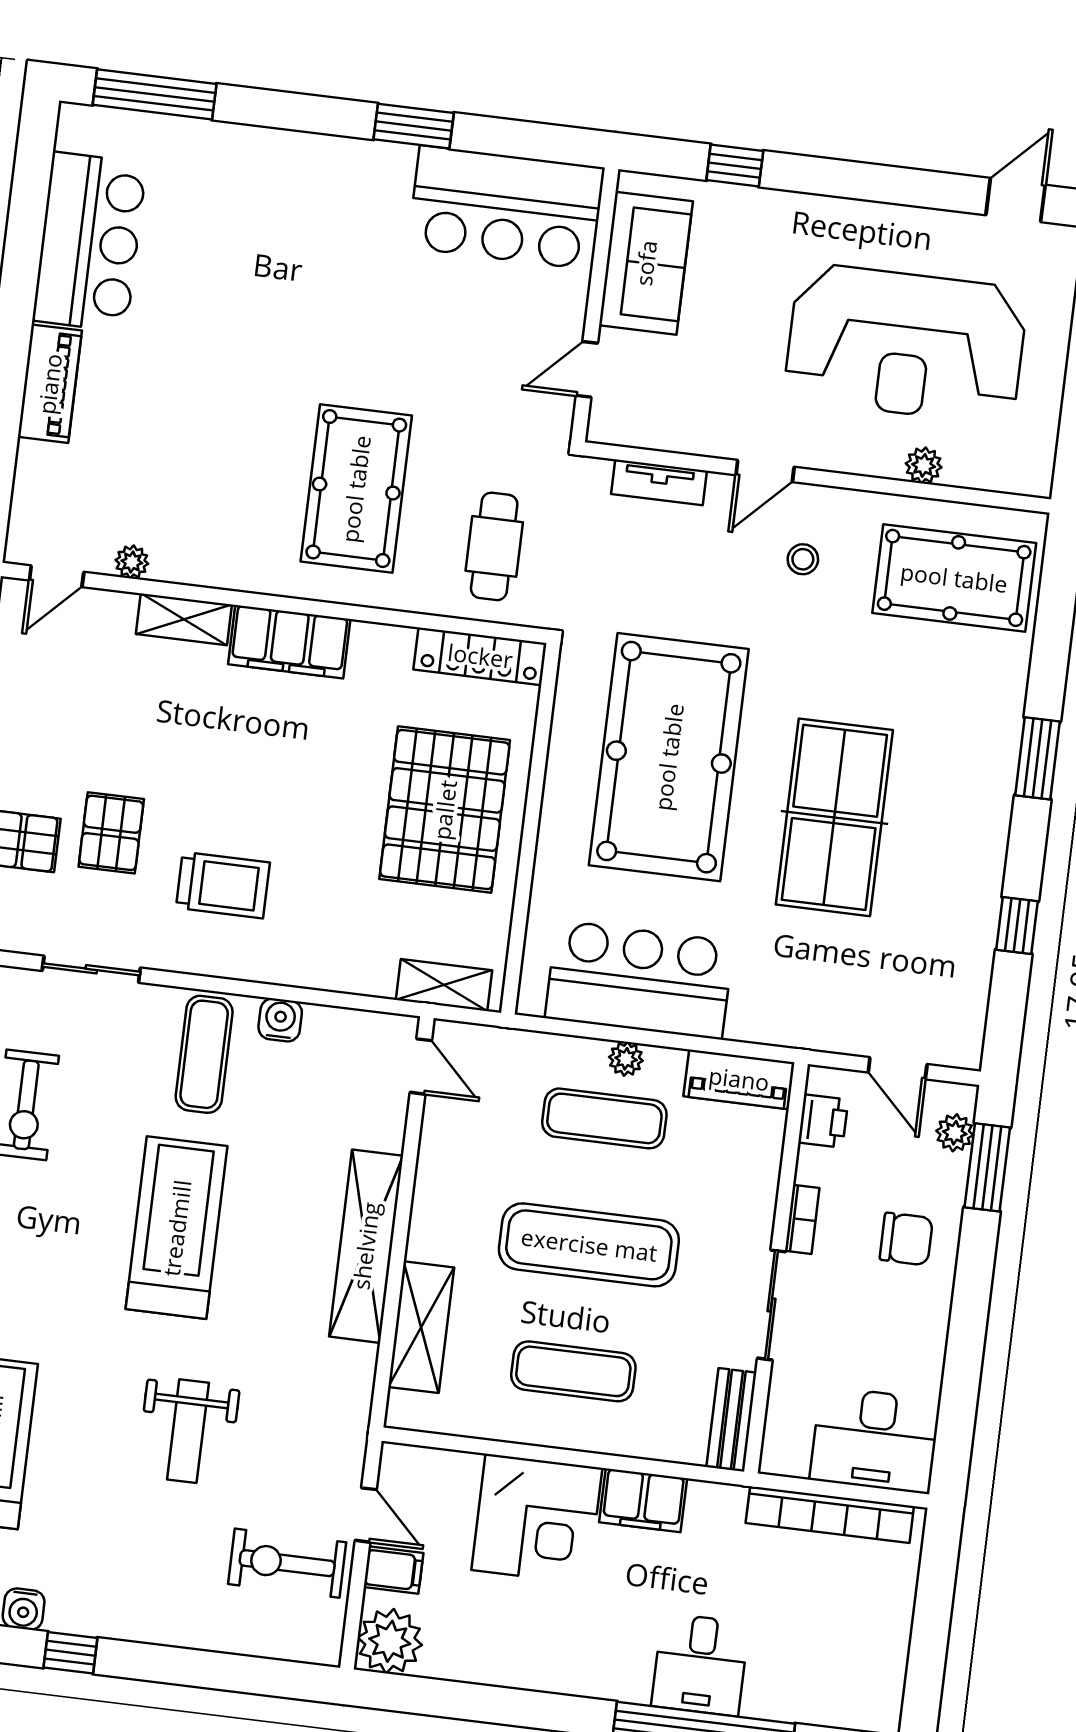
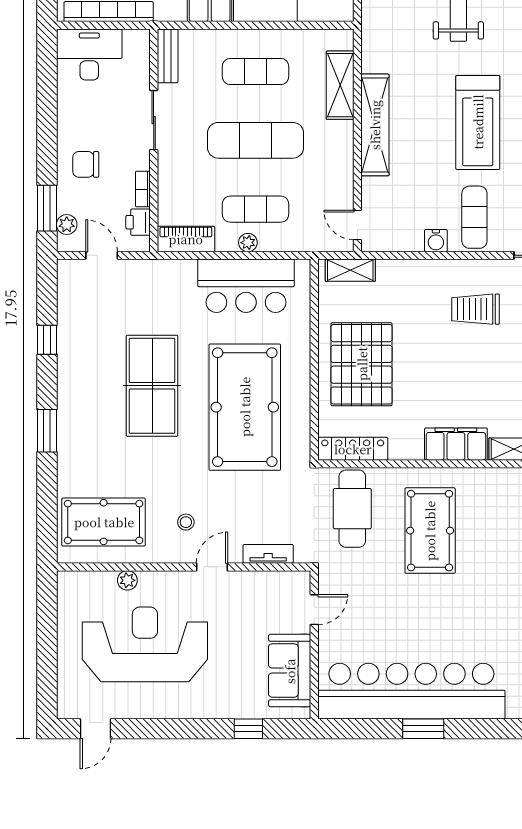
bar counter: (506, 208) -> (411, 691), width x1.86
cafe table: (494, 546) -> (352, 509), width x1.37, depth x1.35
bookcase: (802, 1219) -> (143, 189), moved

